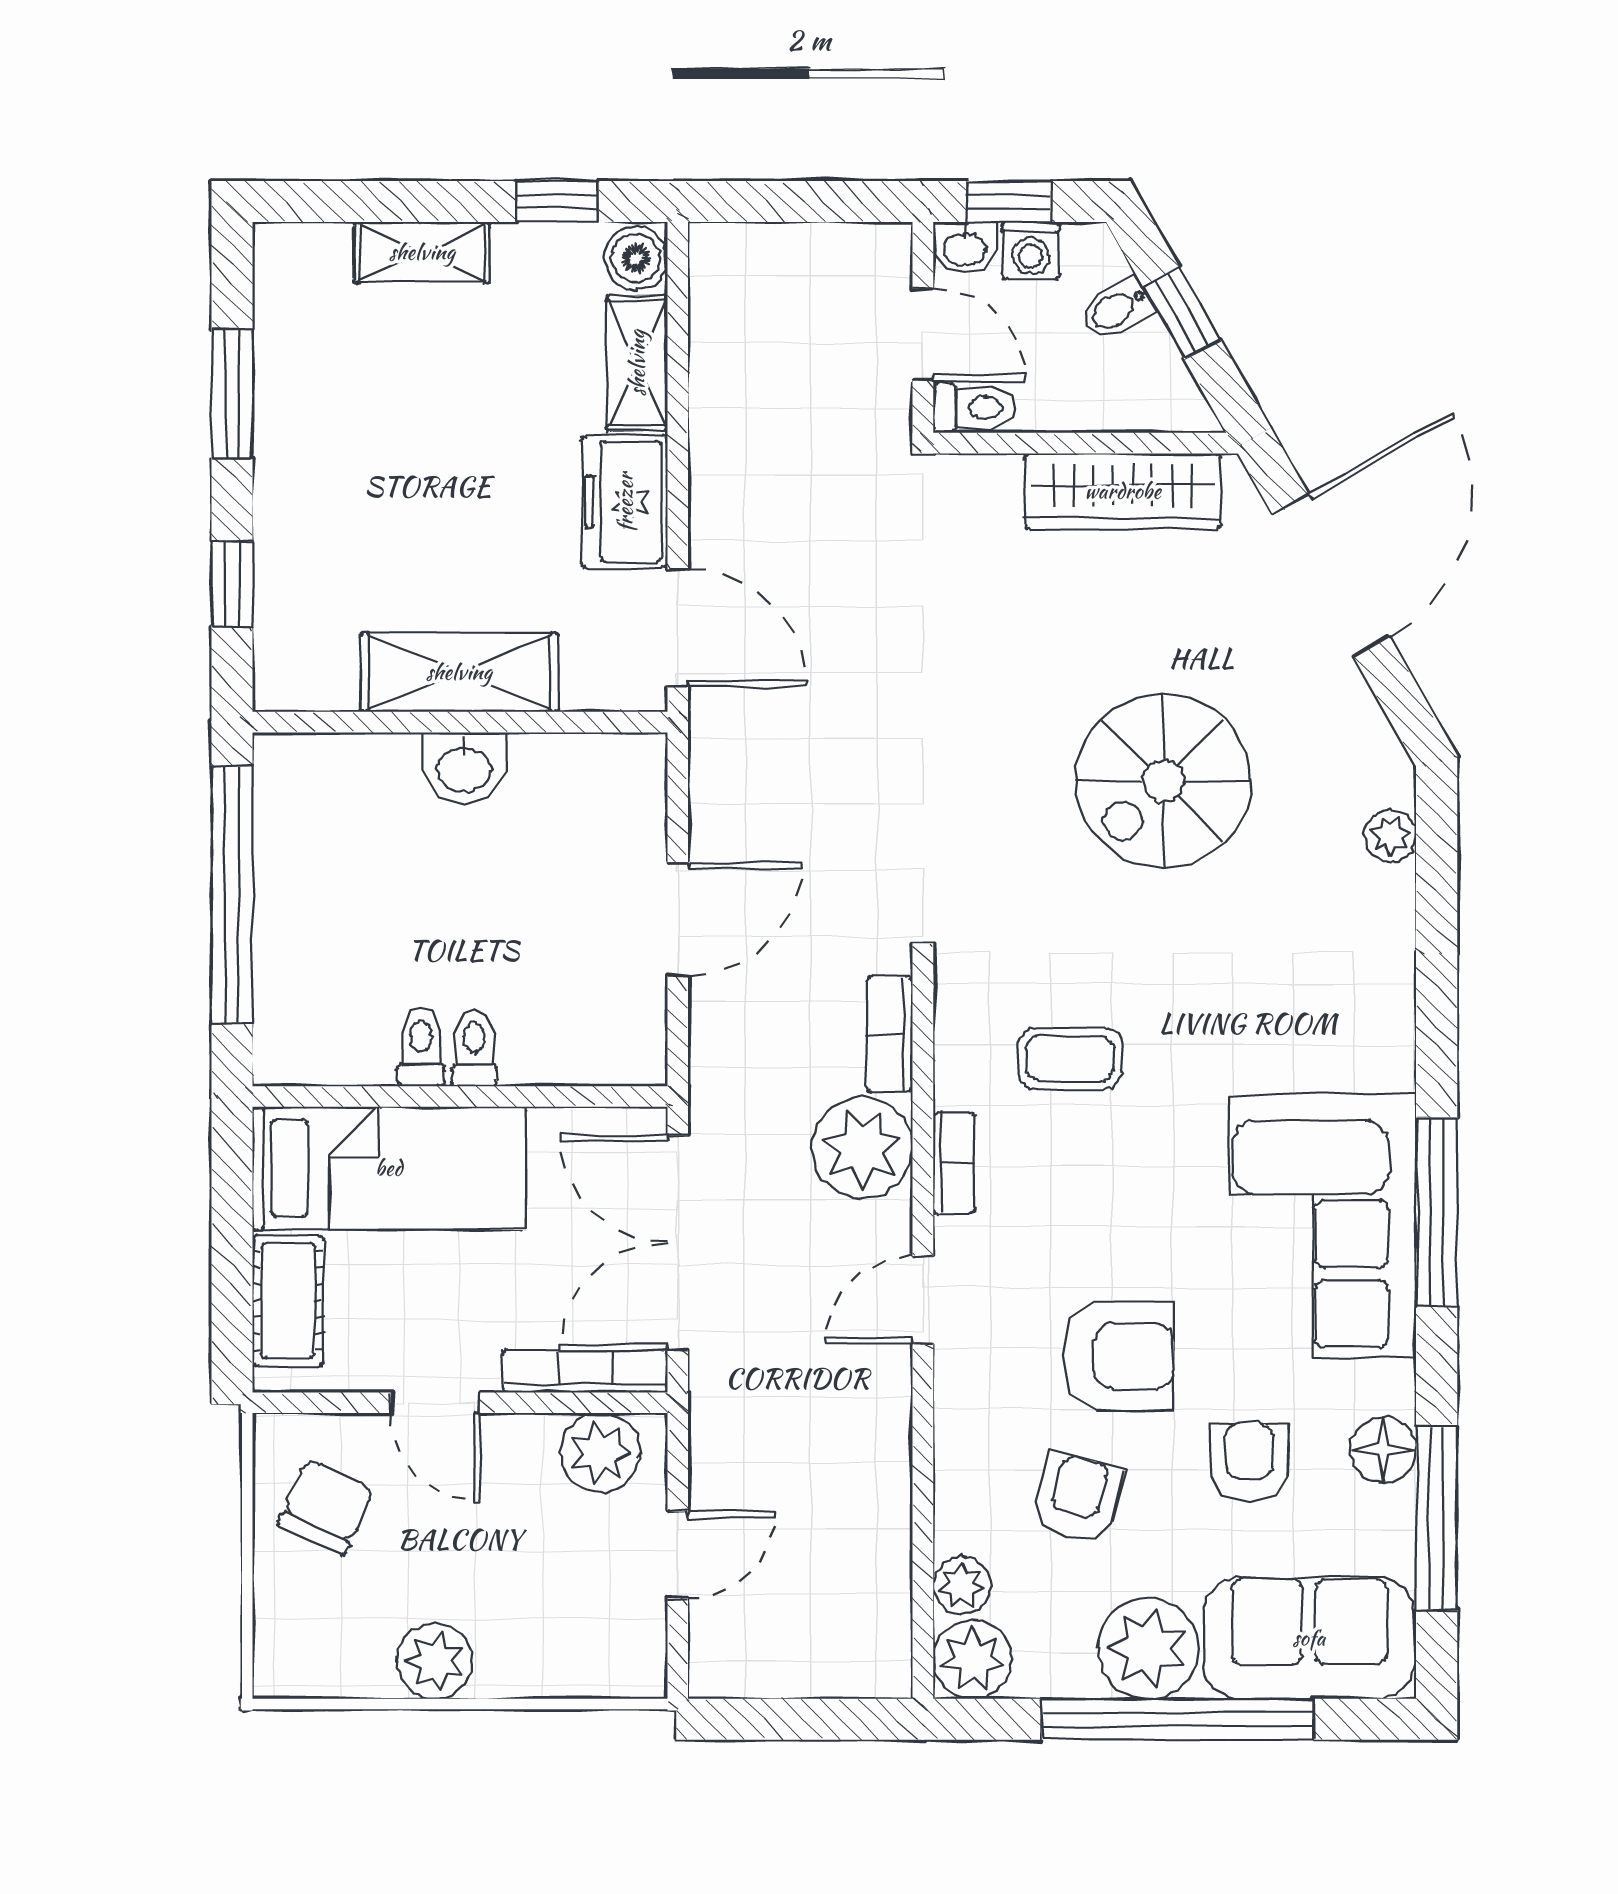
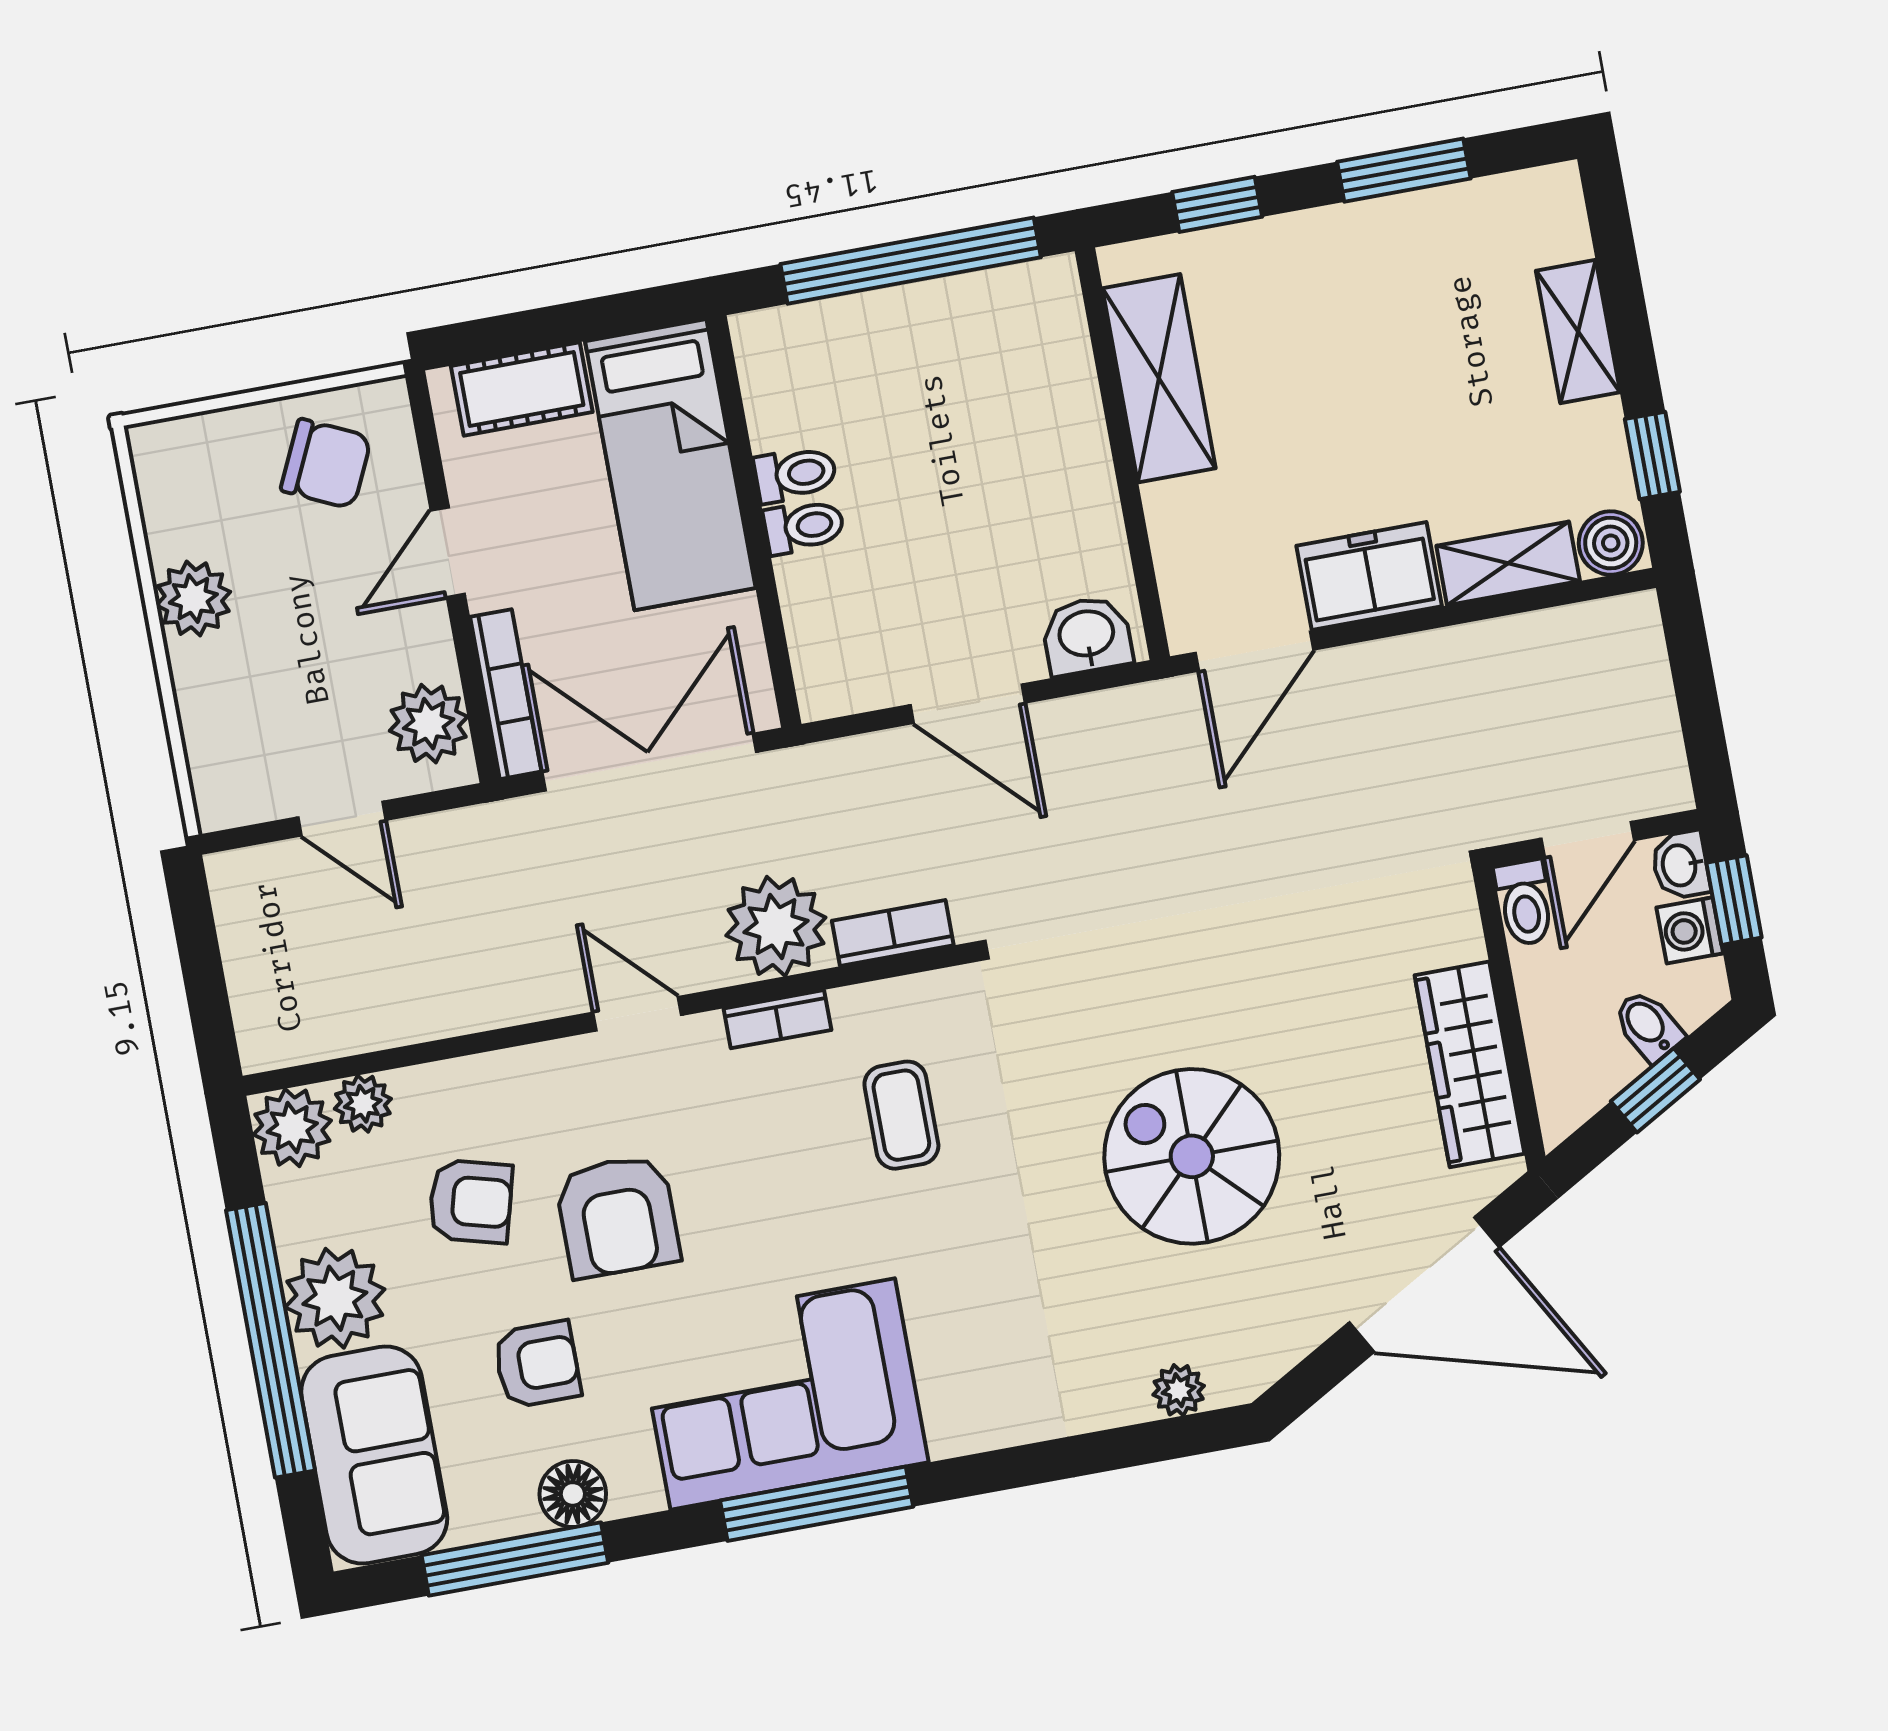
shelving: (459, 672) -> (1159, 378), moved
washbasin: (464, 768) -> (1087, 635), moved, turned 90

